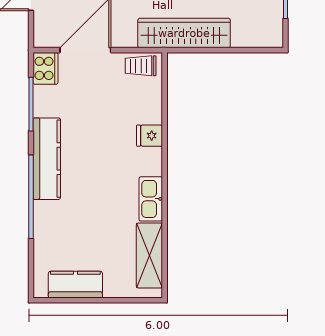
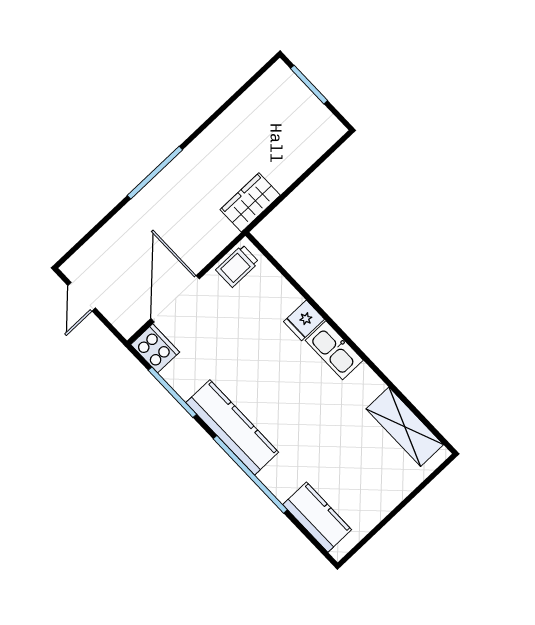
wardrobe: (184, 33) -> (250, 202), width x0.48, depth x0.85
kitchen sink: (151, 199) -> (334, 350), moved
kitchen counter: (75, 285) -> (317, 517), moved, turned 90

